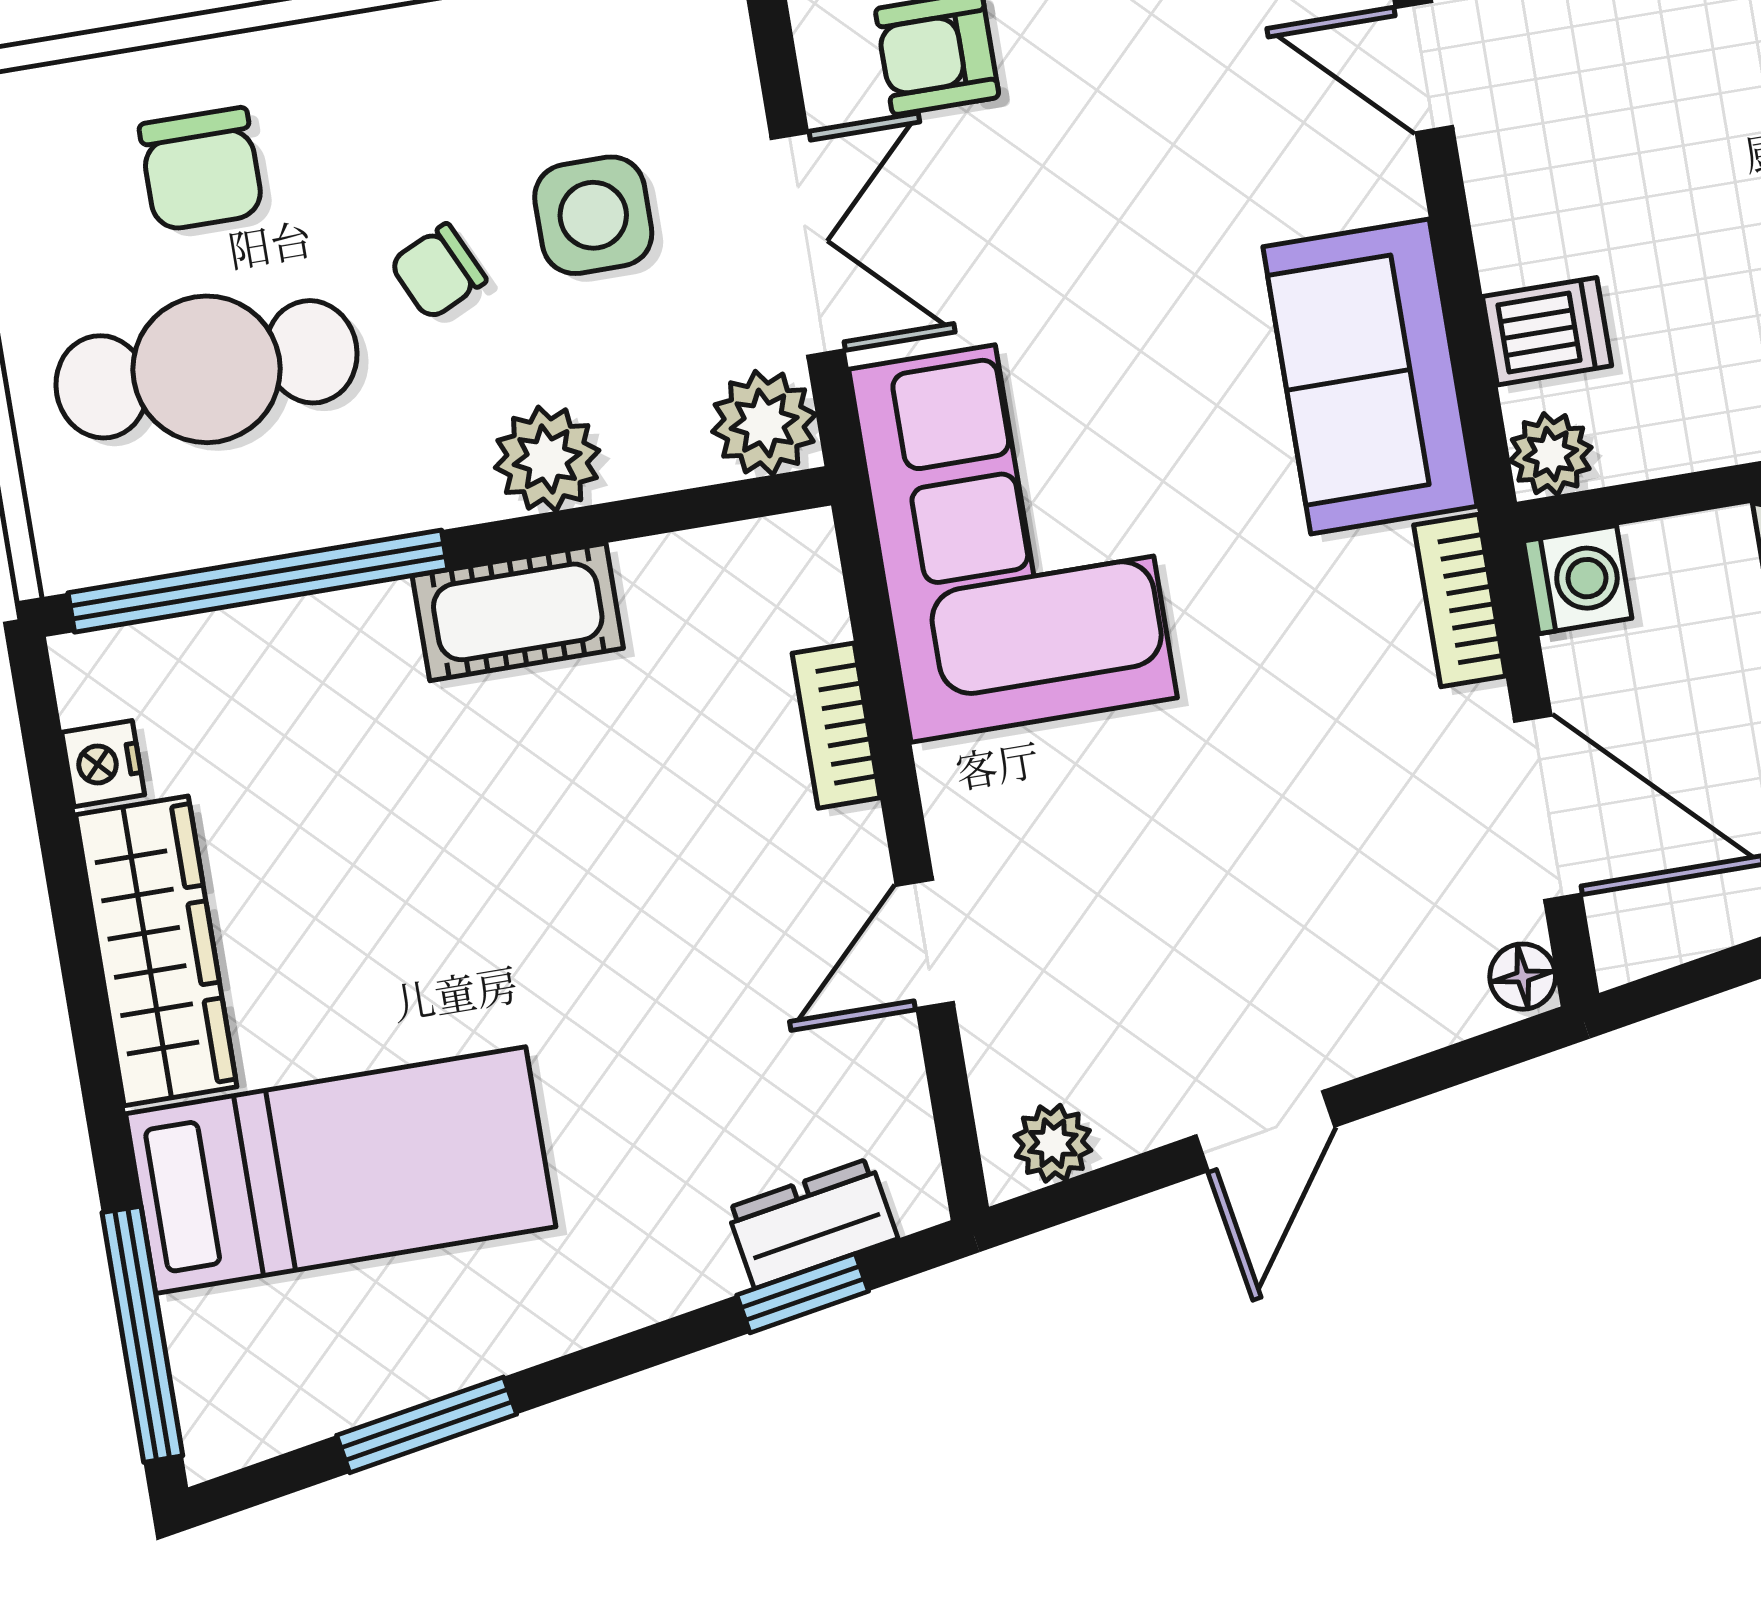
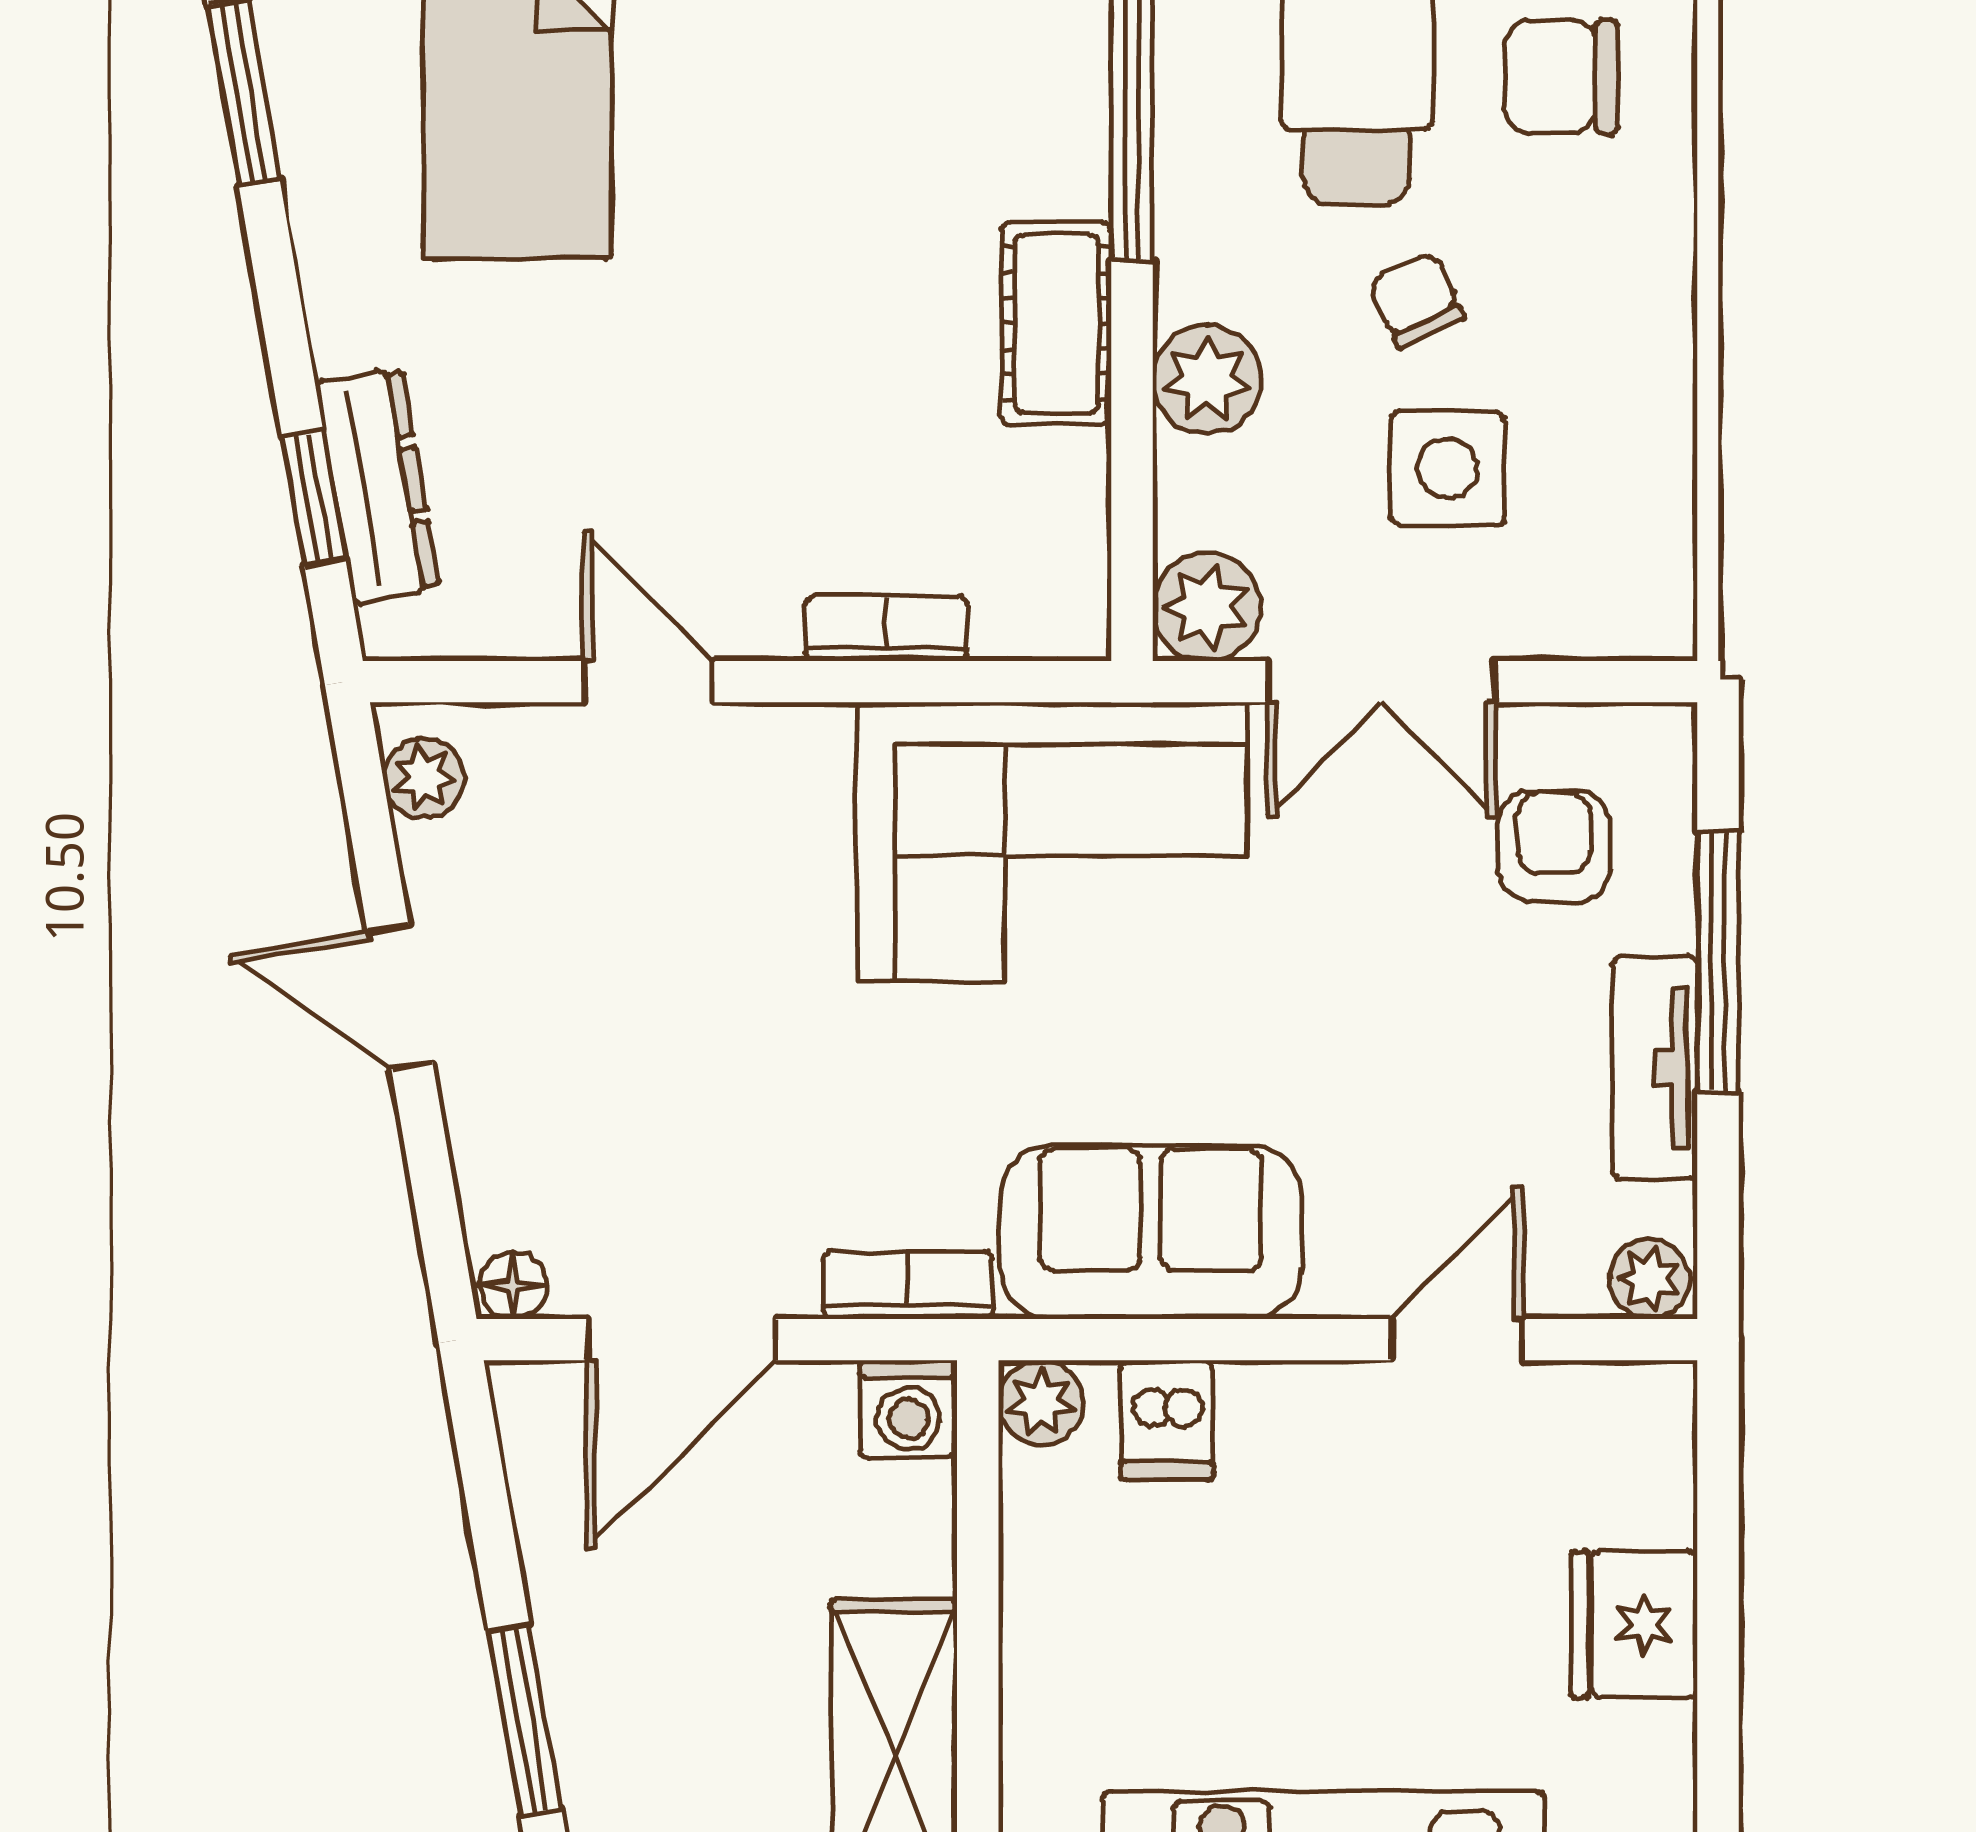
dresser: (812, 1223) -> (377, 485), width x1.44

